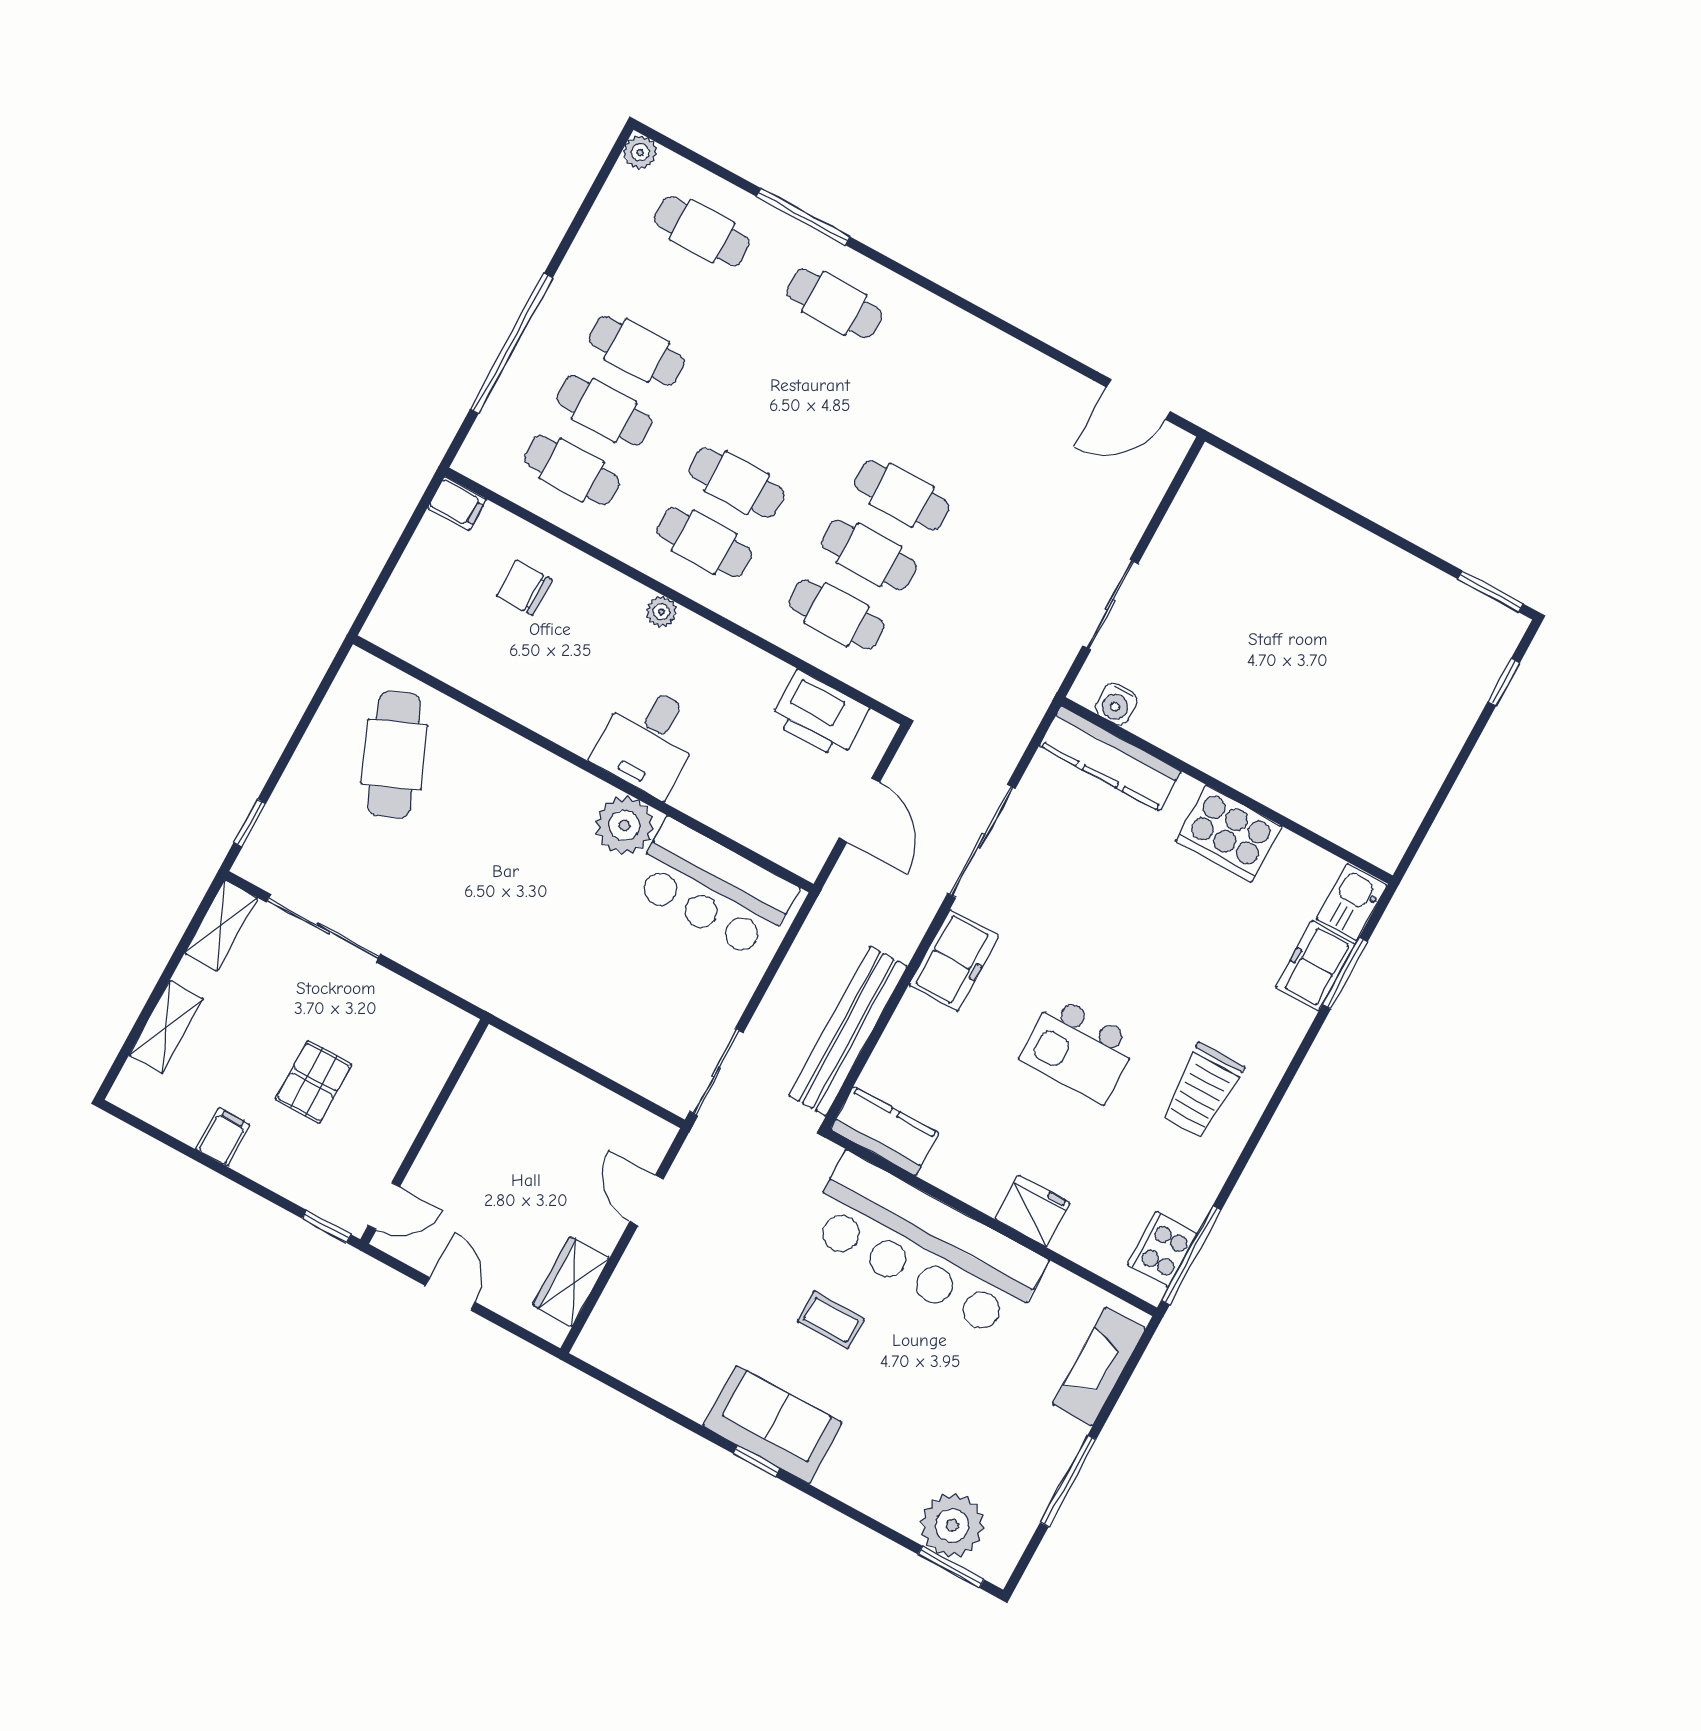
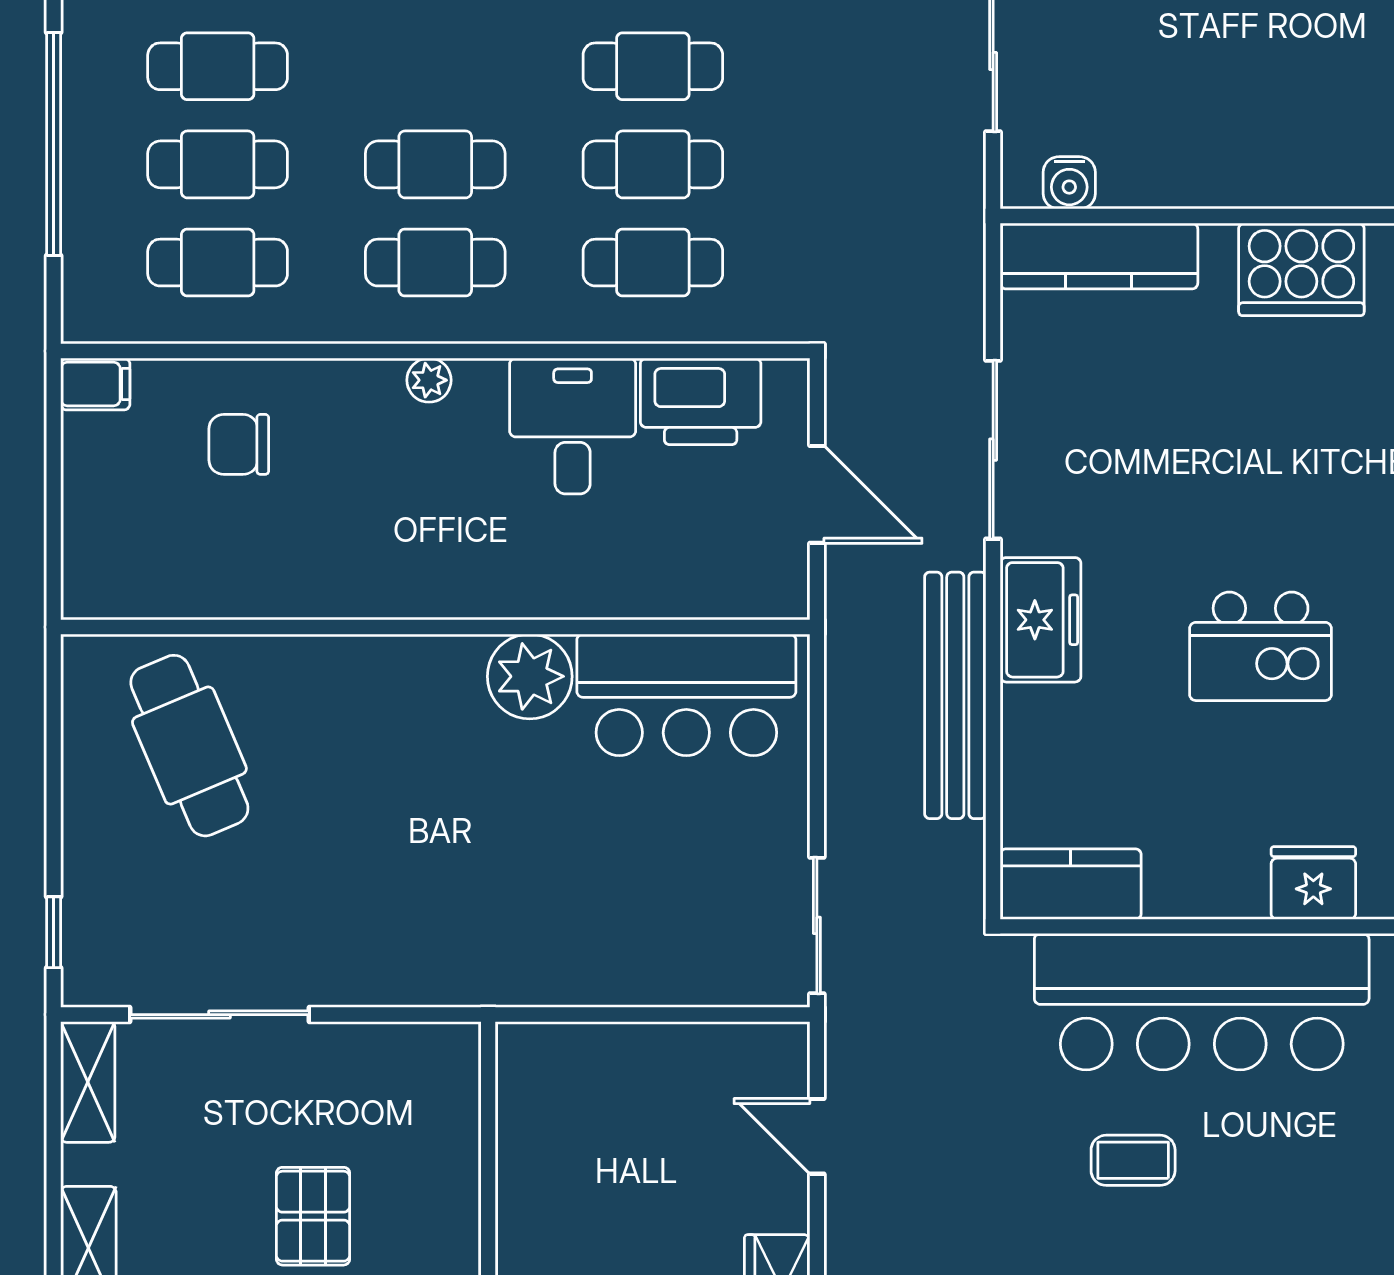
desk: (648, 740) -> (573, 426), moved, turned 180
bench: (848, 1031) -> (955, 695), moved

